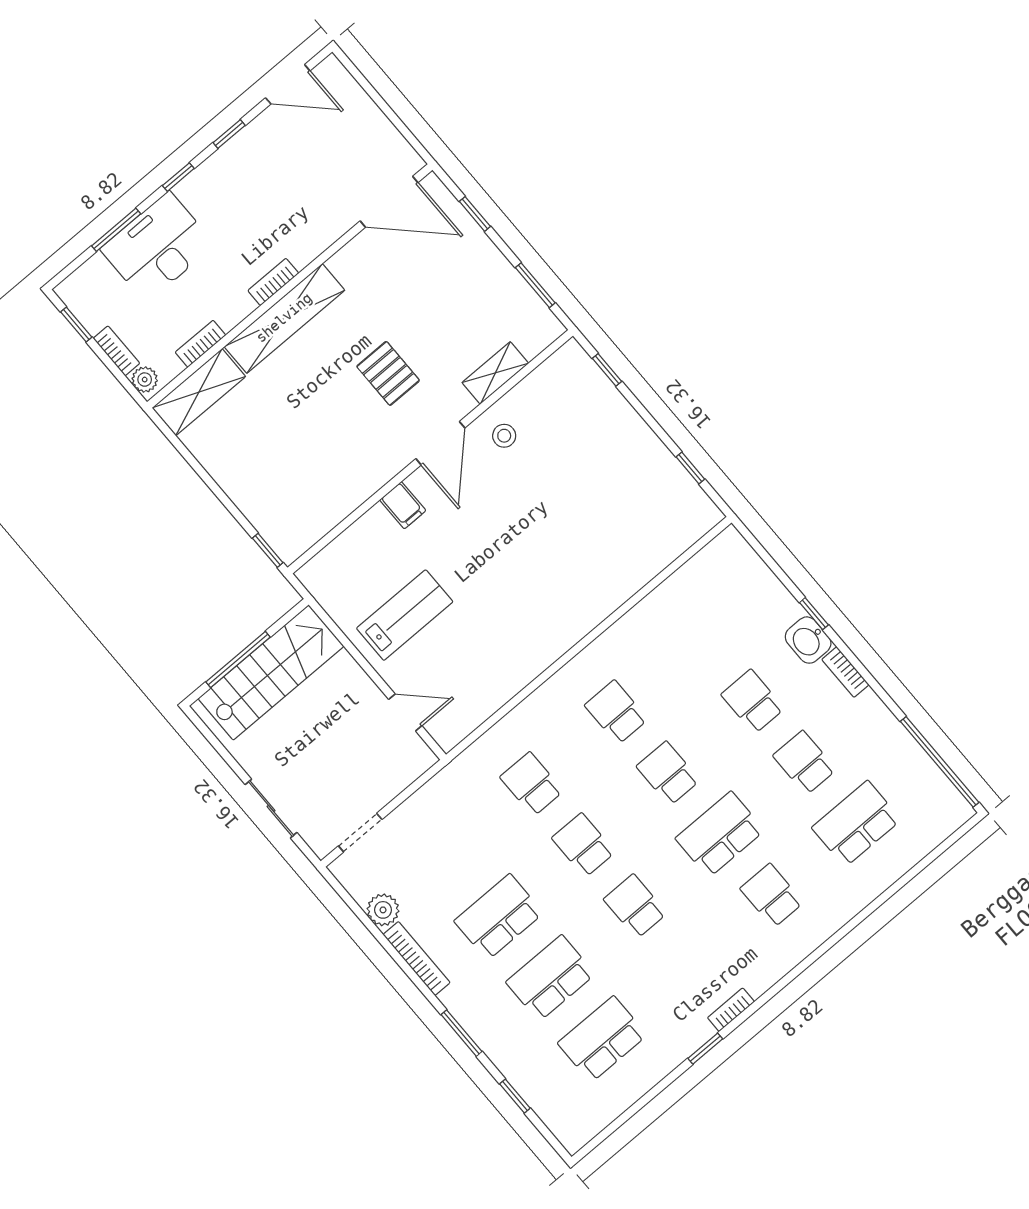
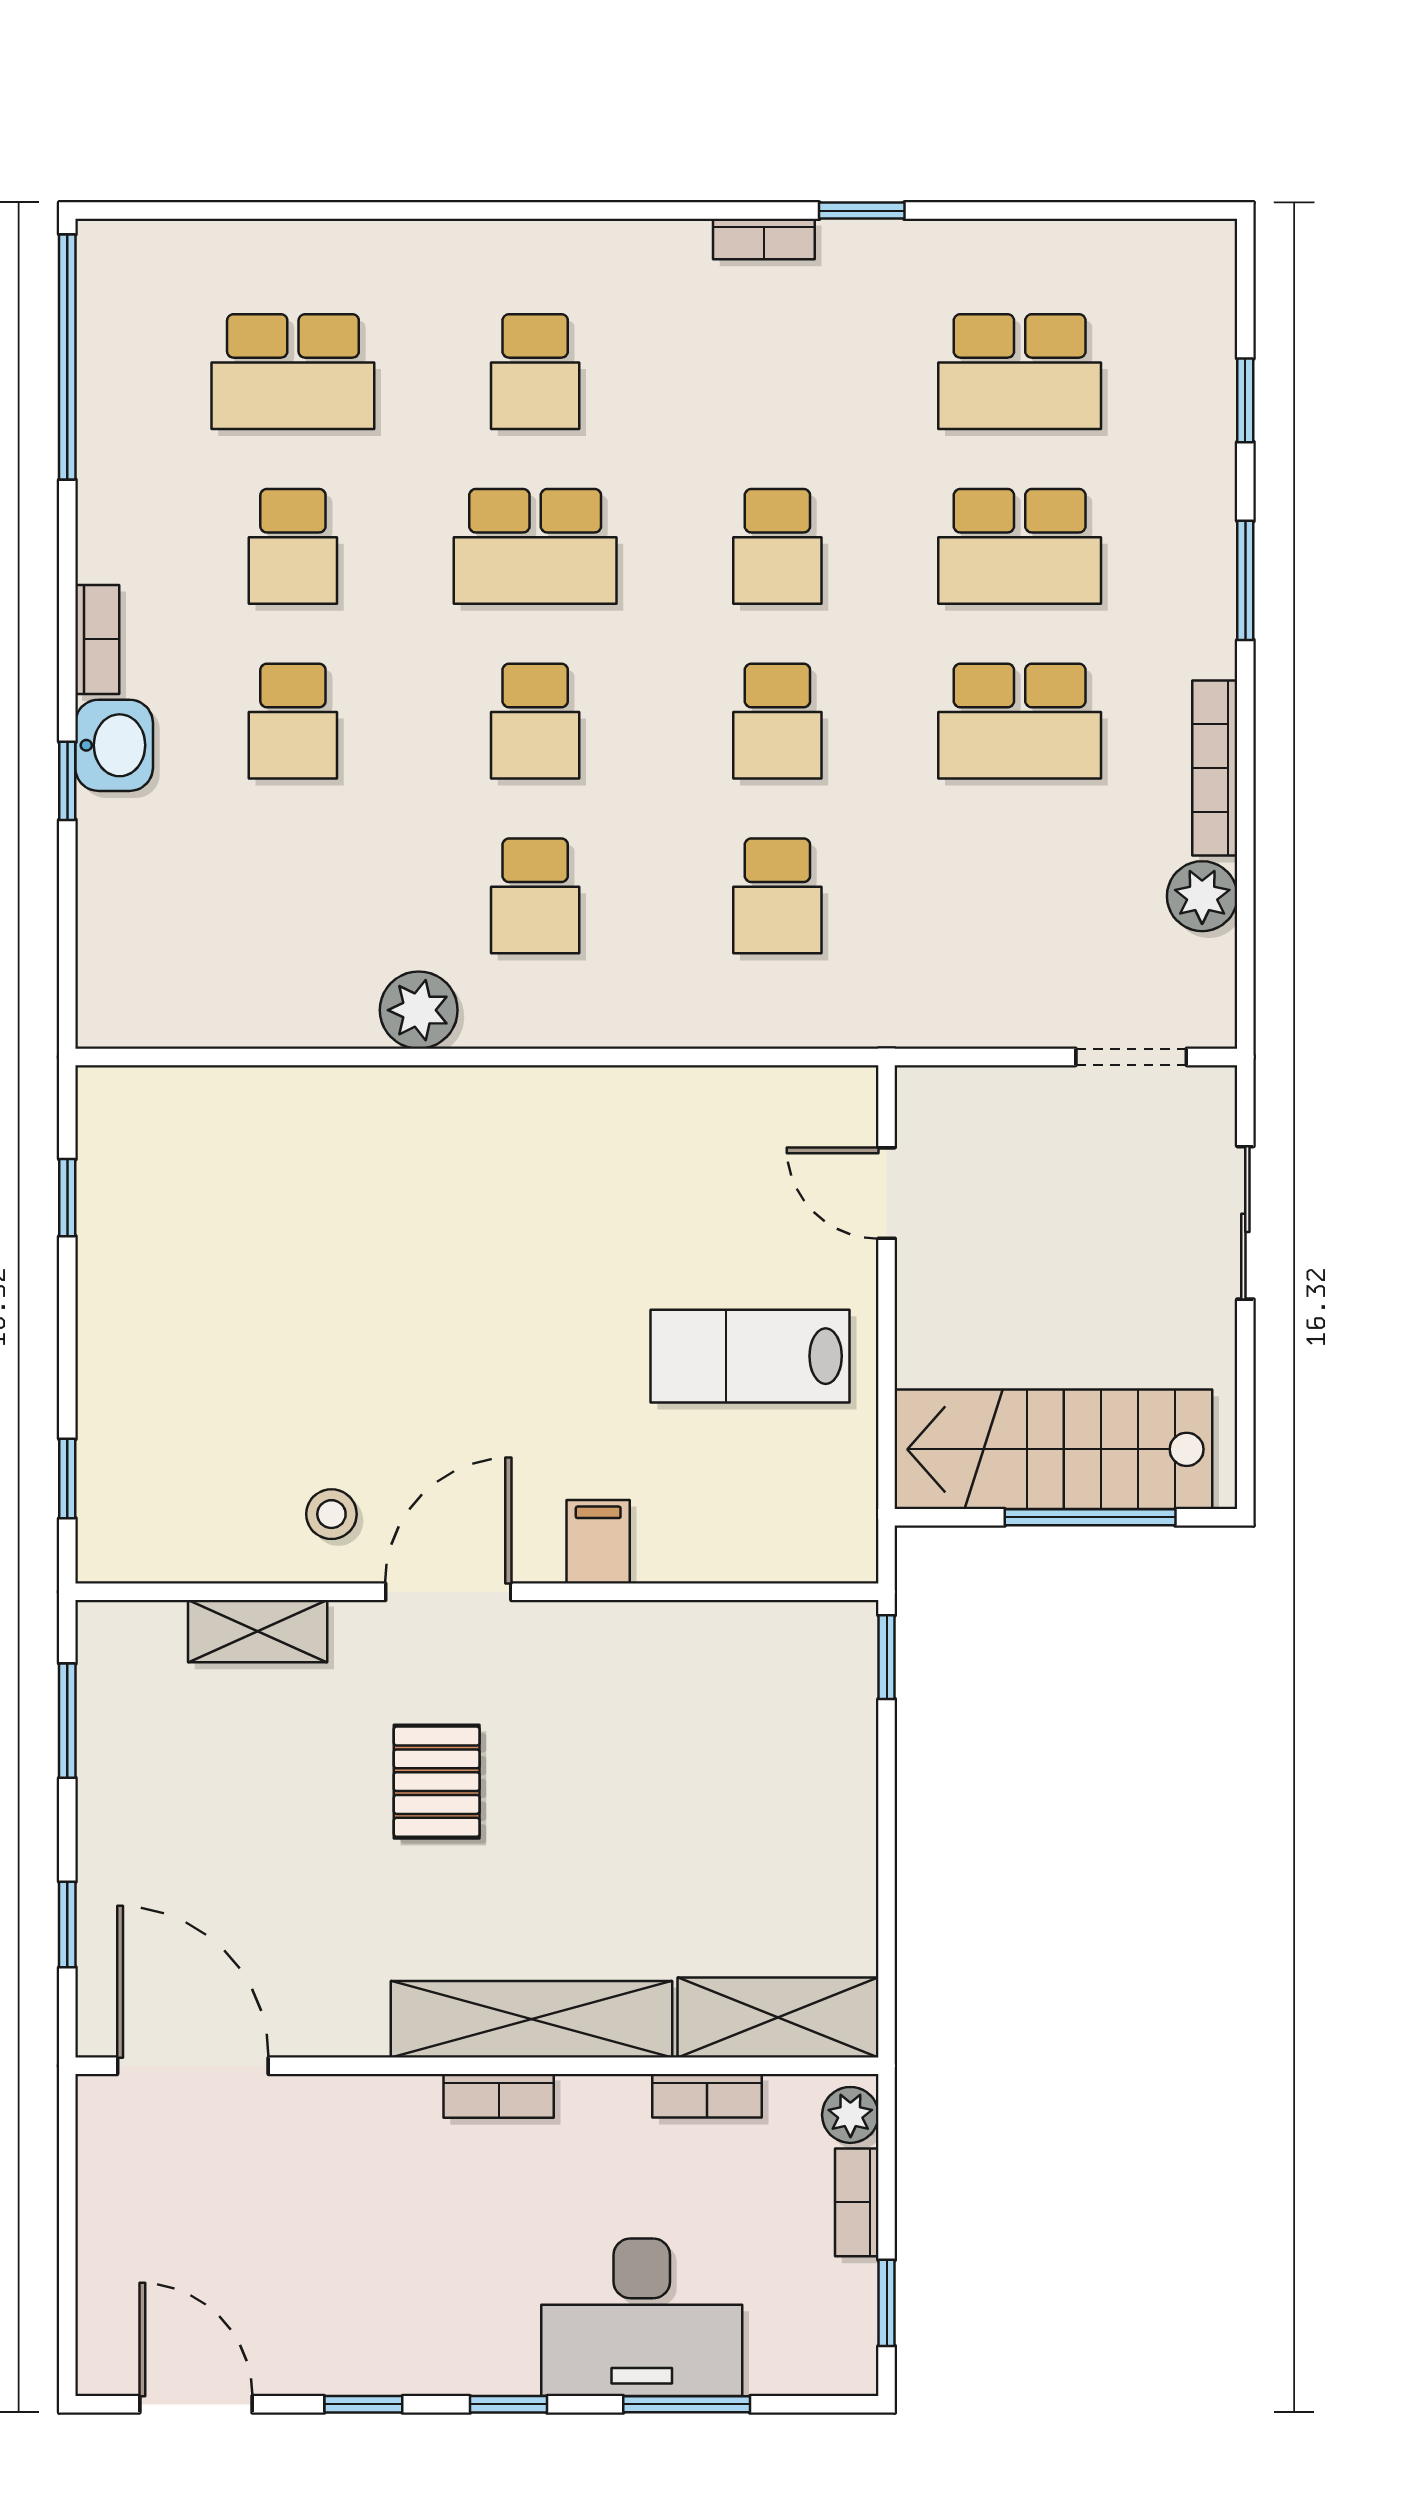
plant: (623, 638) -> (419, 1010), added

